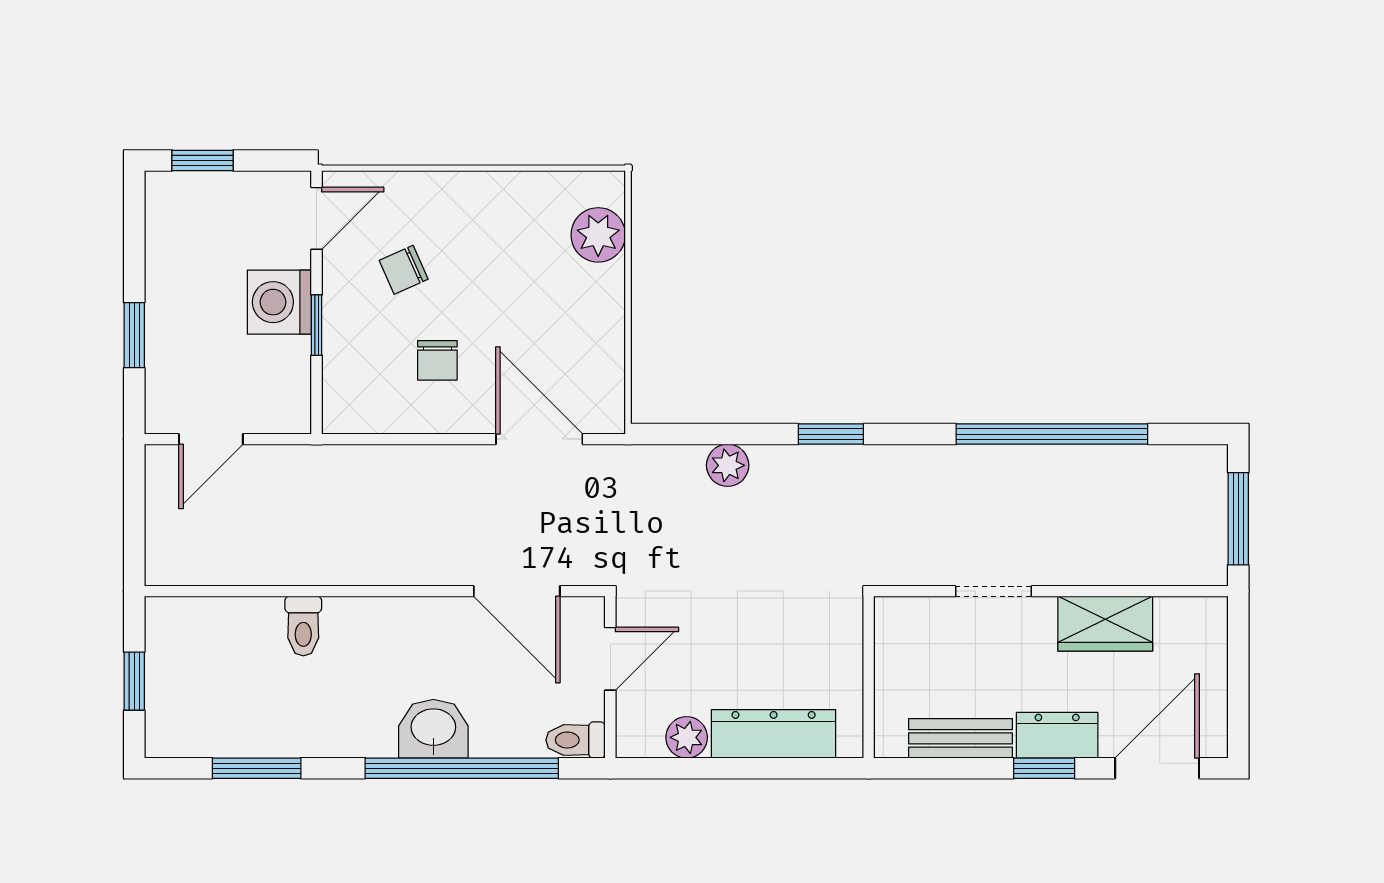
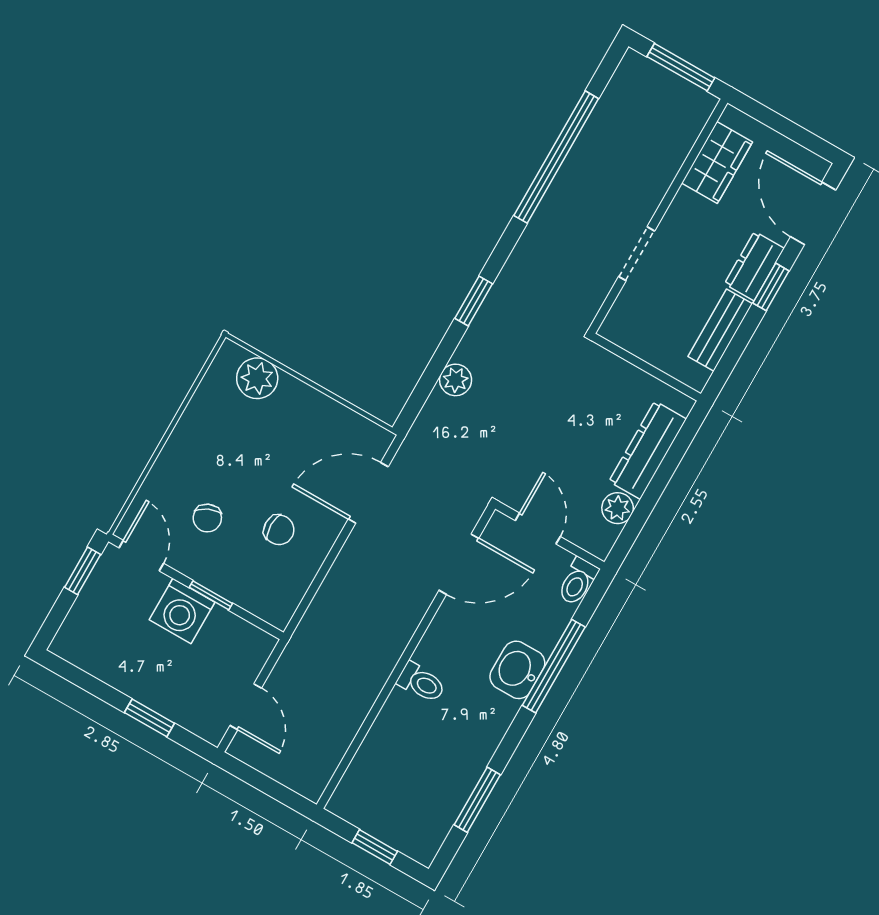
window: (202, 161) -> (83, 571), moved
wardrobe: (1105, 624) -> (717, 162), moved
toilet: (303, 626) -> (421, 683), moved
window: (462, 768) -> (554, 666), width x0.68

